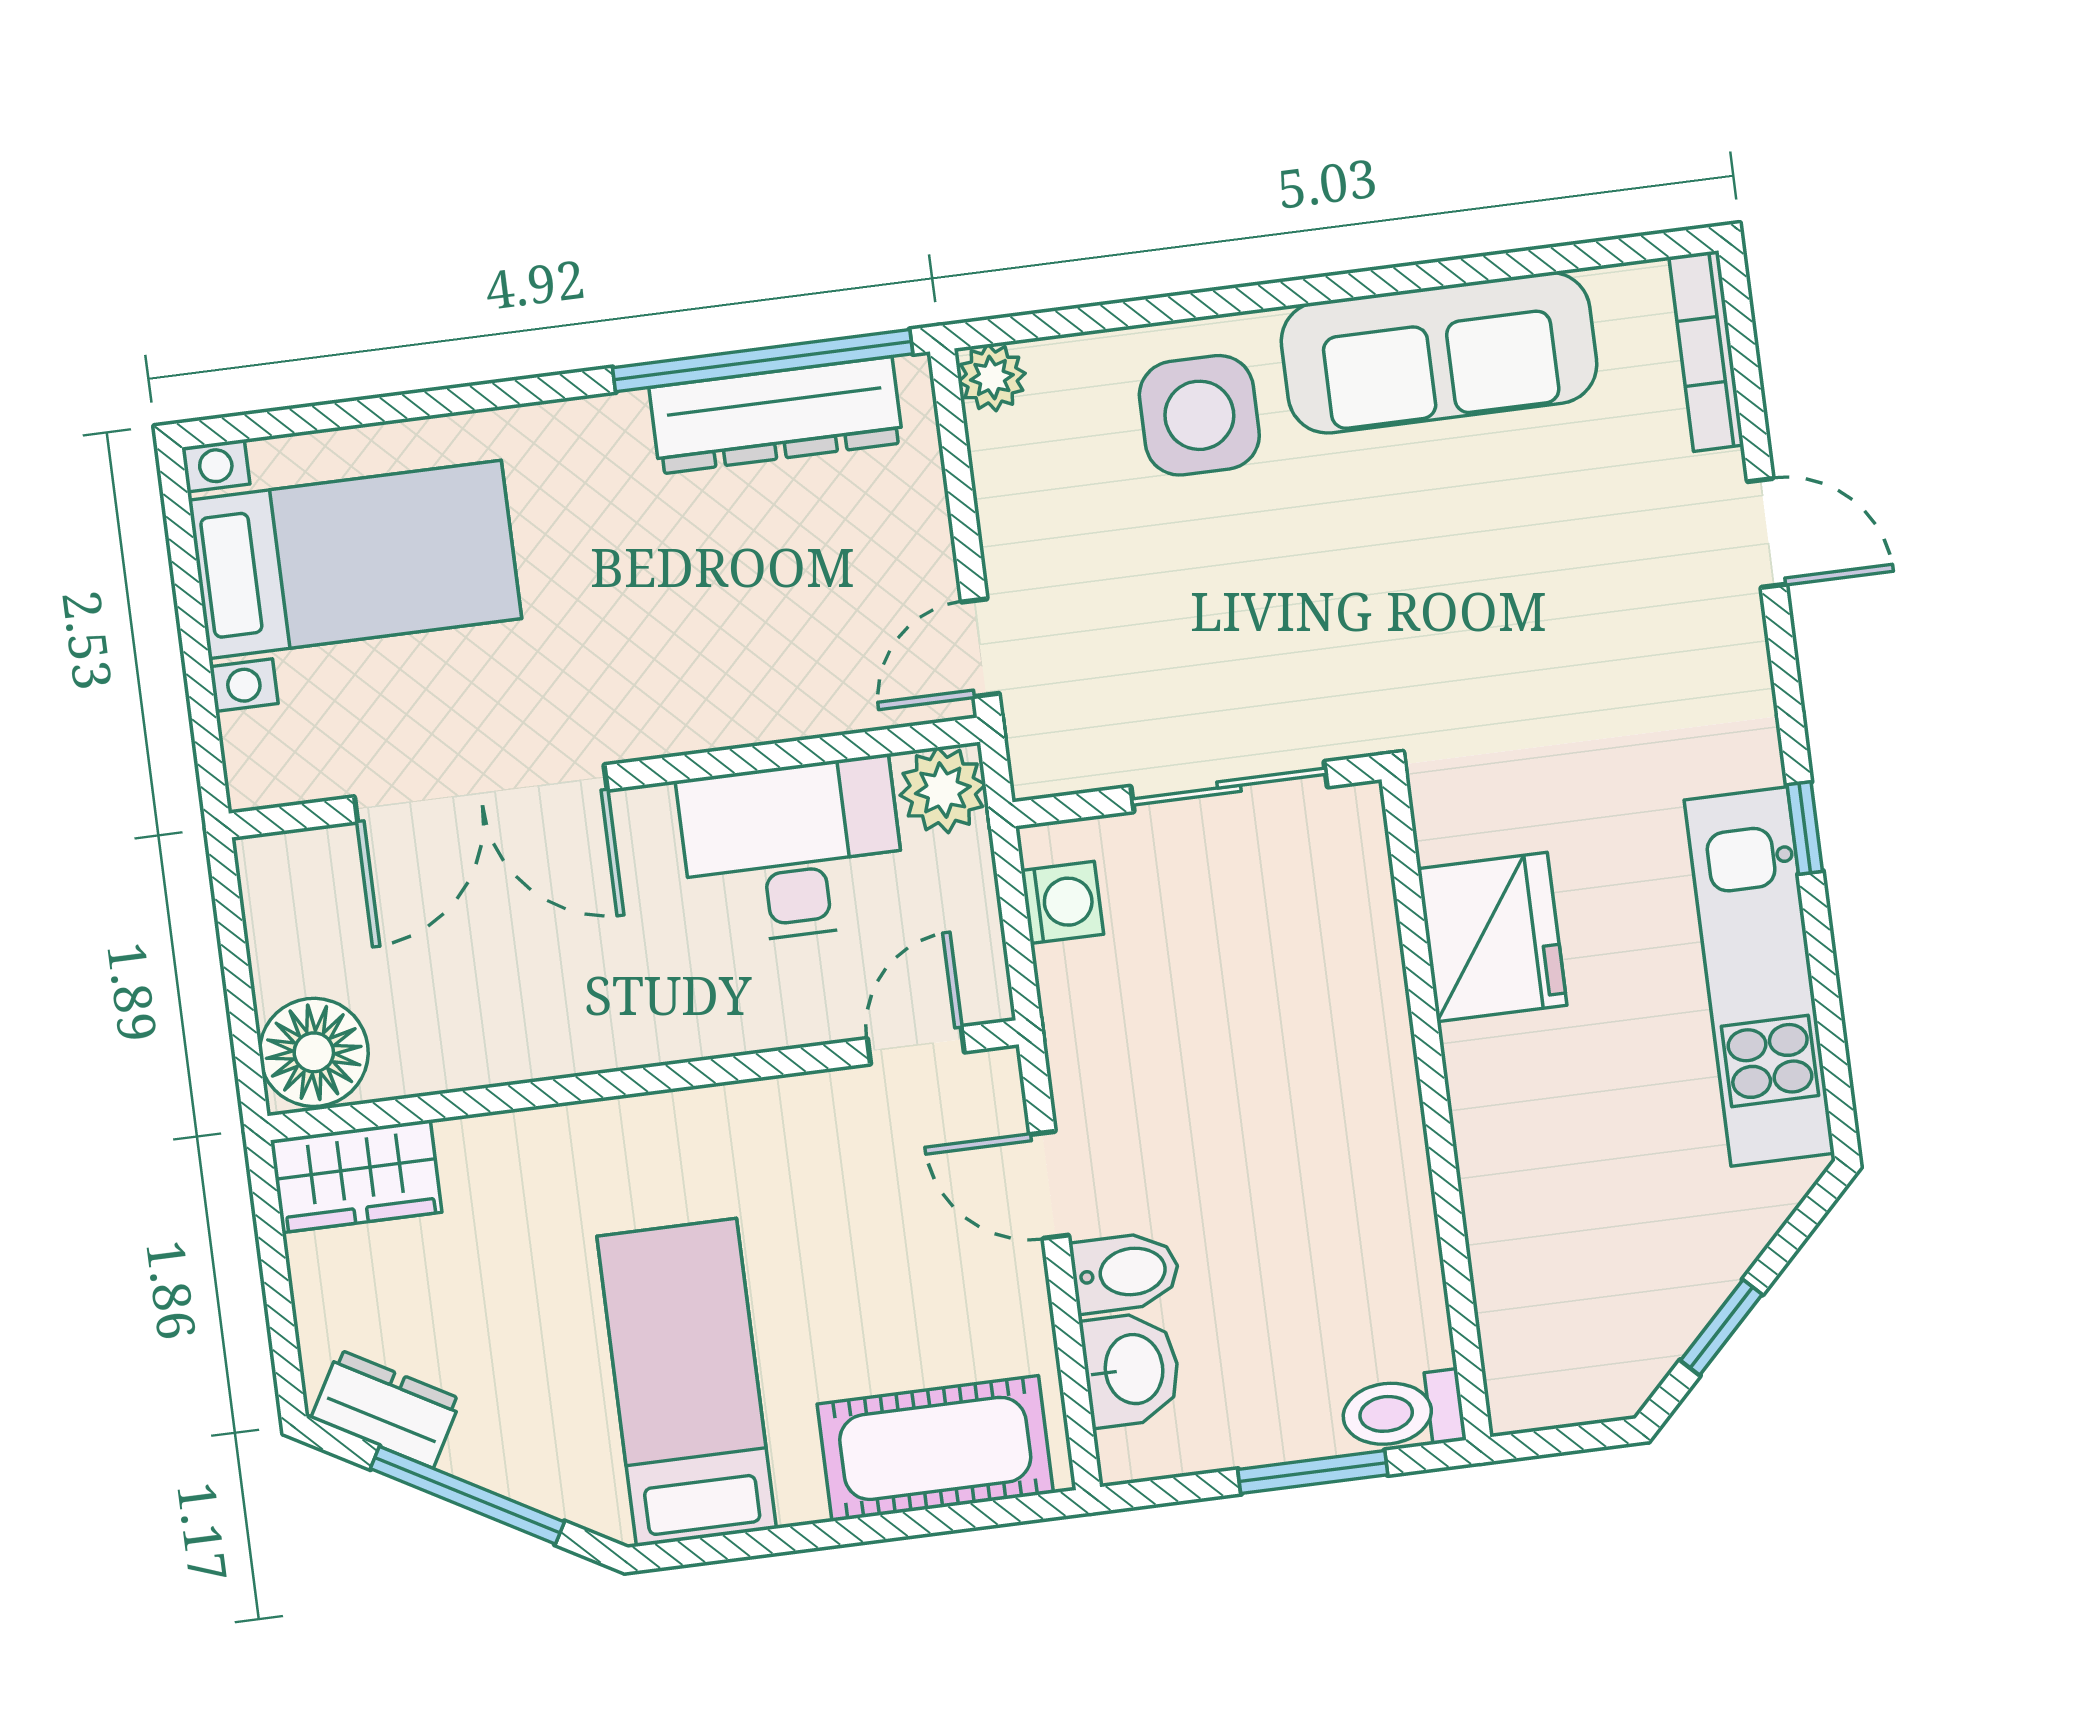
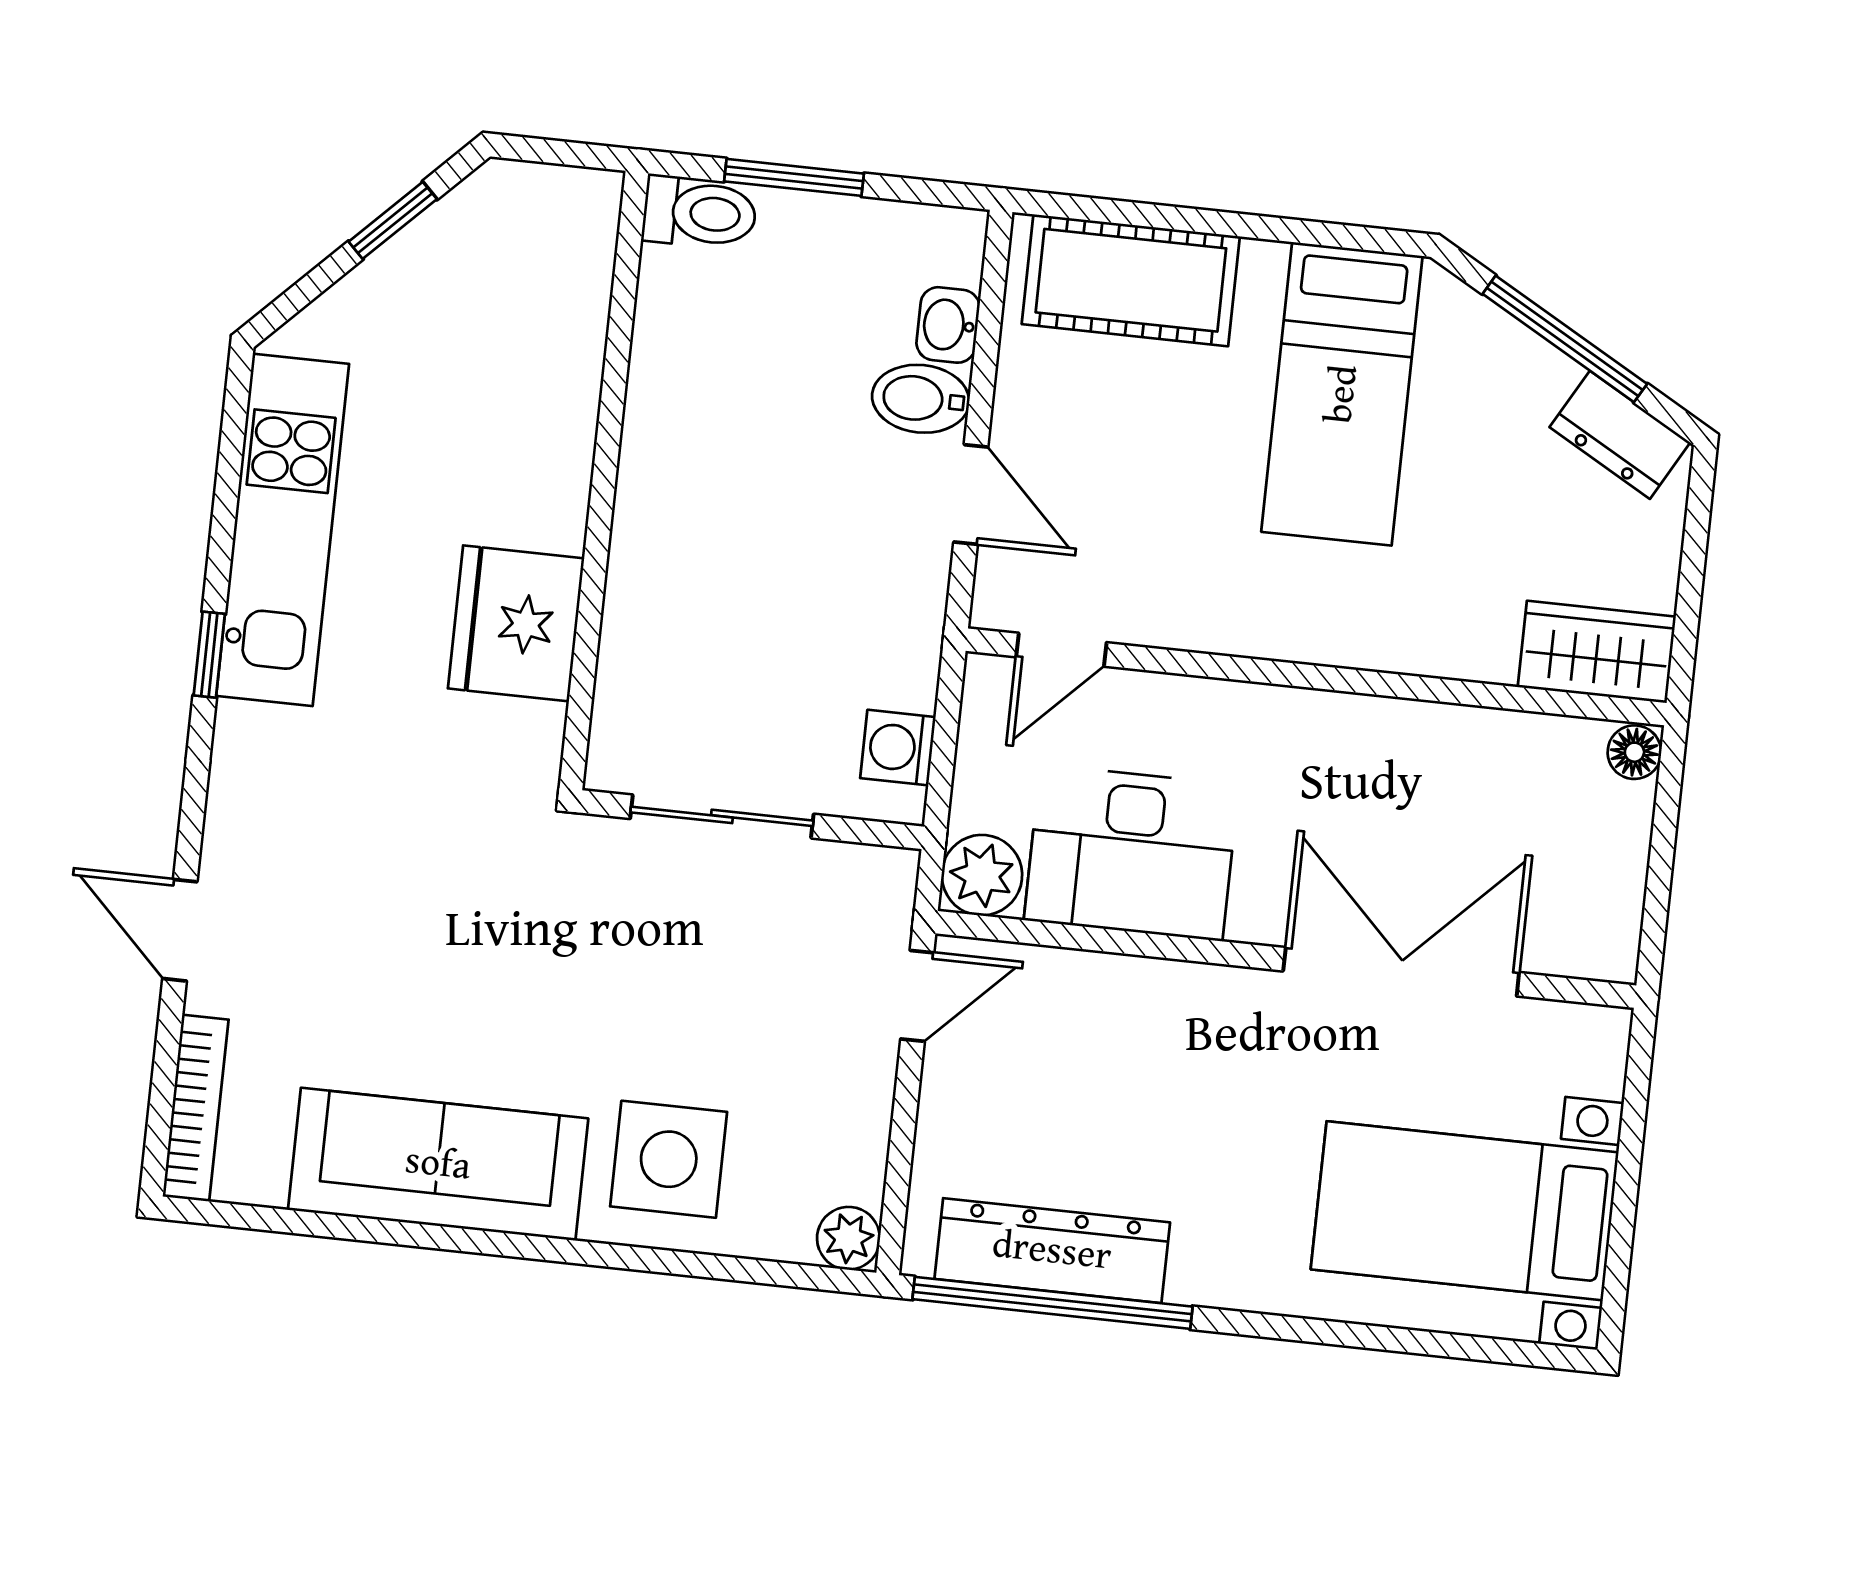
floor lamp: (314, 1052) -> (1634, 752), width x0.53, depth x0.53
washbasin: (1131, 1369) -> (948, 325), width x0.72, depth x0.69

